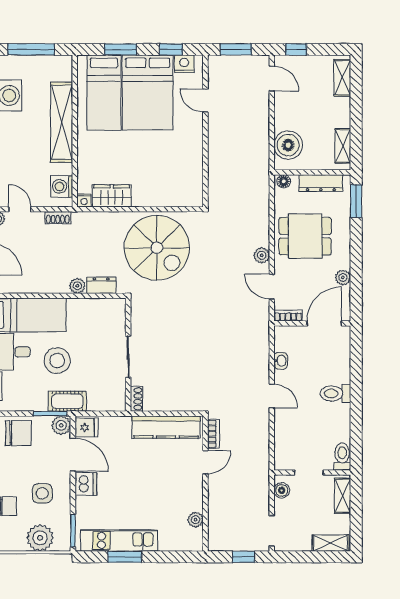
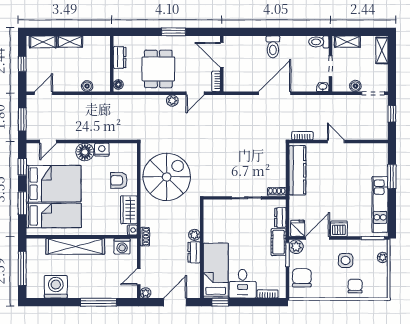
window: (296, 49) -> (22, 64), moved
nightstand: (184, 64) -> (102, 150), moved, turned 90
door: (205, 101) -> (48, 142), moved
floor lamp: (191, 135) -> (85, 152), added
boiler: (288, 145) -> (87, 86), width x0.54, depth x0.54
shelving: (343, 146) -> (70, 42), moved
armchair: (152, 182) -> (119, 180), added
dresser: (321, 183) -> (120, 57), width x0.70
window: (356, 201) -> (173, 32), moved
shoe rack: (58, 218) -> (145, 237), moved
plant: (343, 277) -> (188, 41), removed
dresser: (101, 285) -> (194, 252), moved
stool: (57, 361) -> (249, 250), removed
washbasin: (281, 361) -> (323, 87), moved
door: (272, 396) -> (275, 93), width x1.87
dresser: (101, 404) -> (280, 217), added
door: (205, 462) -> (336, 142), moved
boiler: (282, 490) -> (355, 86), moved
plant: (195, 520) -> (365, 149), removed
plant: (40, 538) -> (383, 257), width x0.53, depth x0.53
window: (125, 557) -> (392, 177), moved

